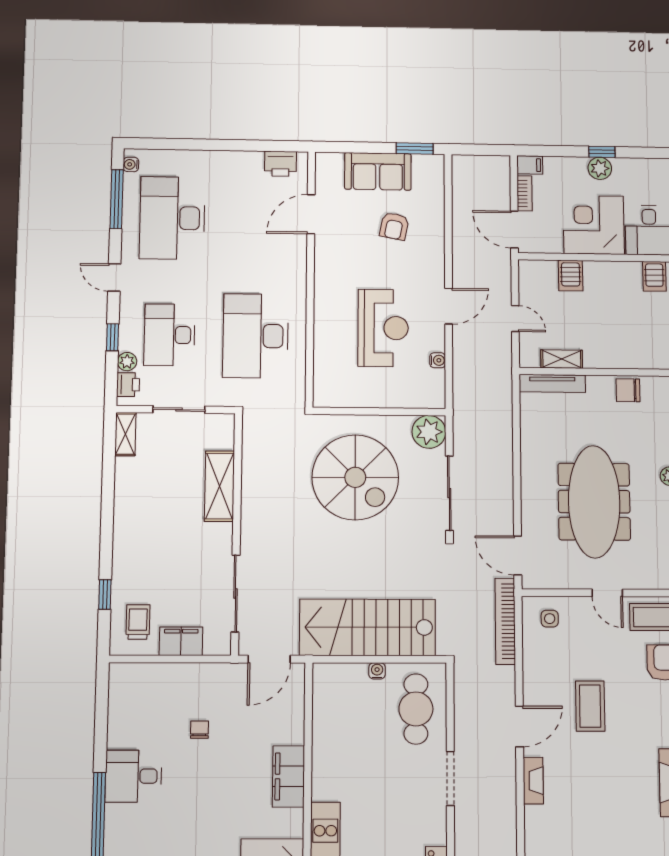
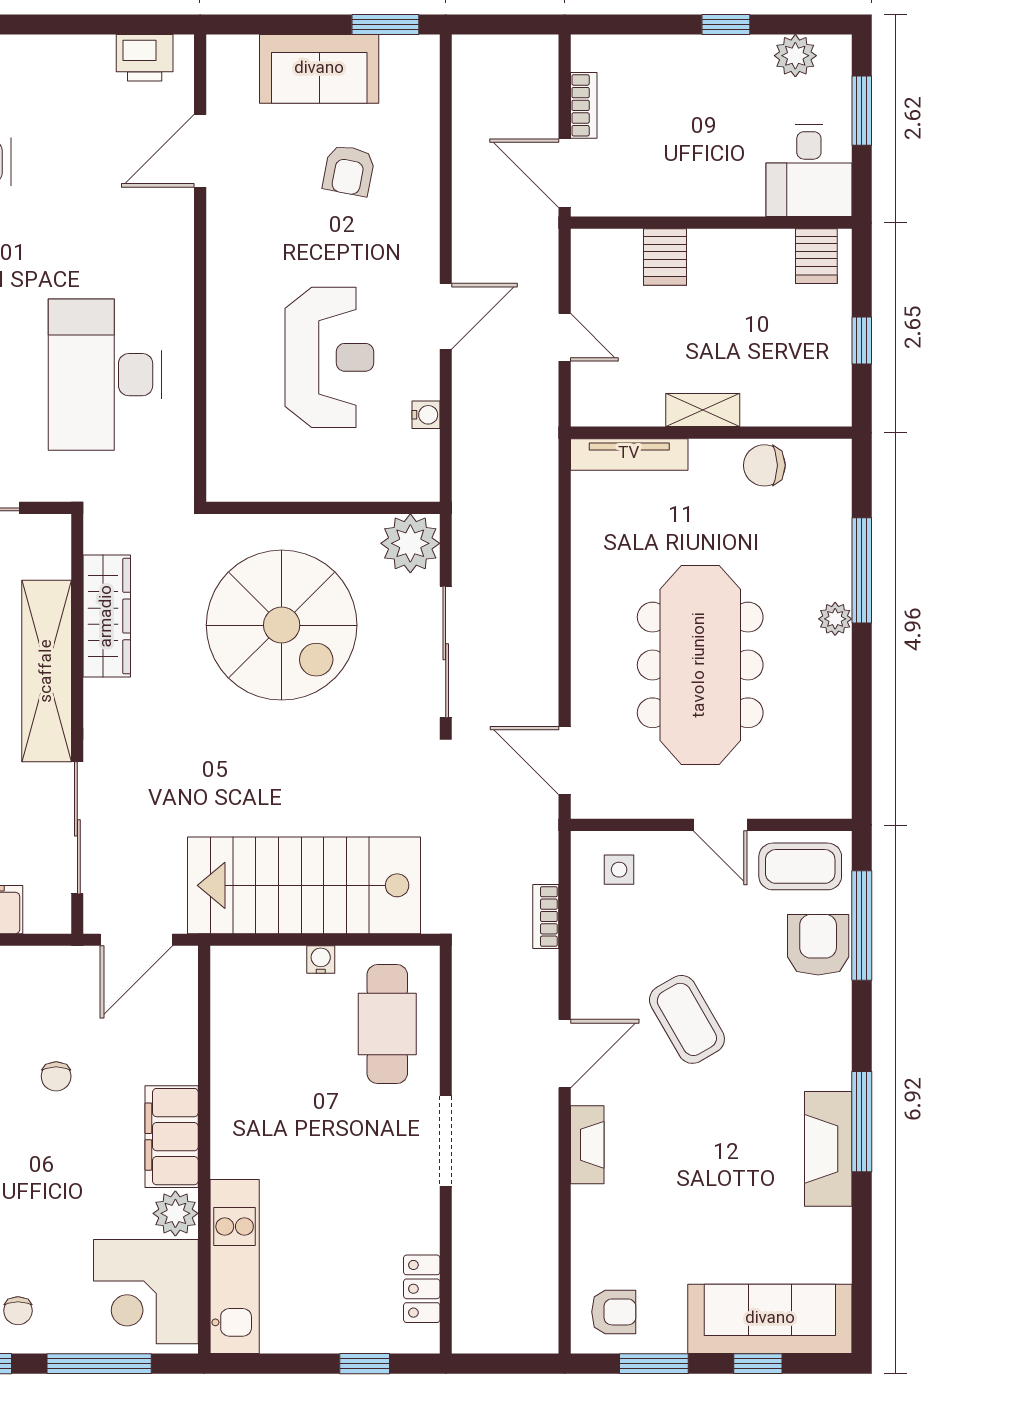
filing cabinet: (530, 165) -> (594, 52), removed
plant: (600, 168) -> (795, 56), moved
corner desk: (594, 225) -> (708, 162), removed
shelving: (562, 359) -> (703, 410), moved
wardrobe: (255, 472) -> (107, 616), added
shelving: (219, 486) -> (47, 671), width x1.47
bookcase: (505, 621) -> (546, 916), width x0.43, depth x0.76
coffee table: (590, 706) -> (687, 1019), turned -30
chair: (199, 730) -> (56, 1076), moved, turned 180
plant: (290, 823) -> (175, 1213), added

